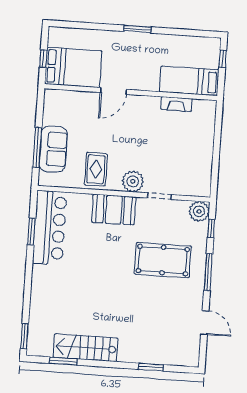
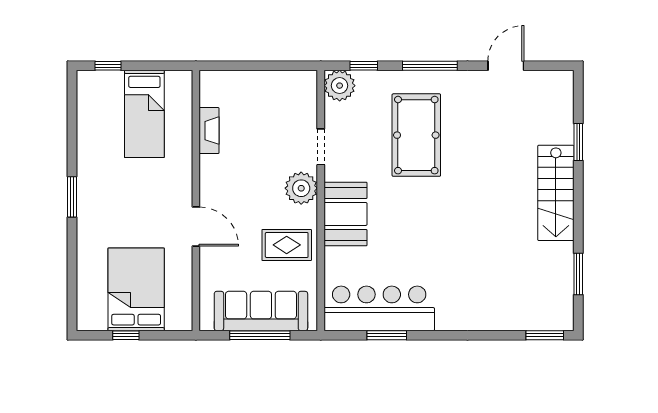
door: (113, 91) -> (196, 227), moved
wall: (131, 92) -> (196, 200), moved
fireplace: (176, 104) -> (209, 131), moved
sofa: (53, 149) -> (261, 311), width x1.36
stairs: (85, 348) -> (556, 193), moved

